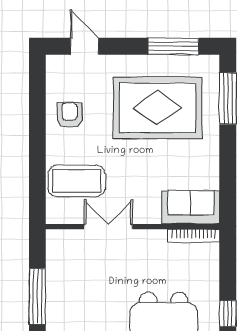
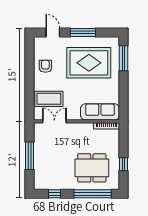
window: (173, 46) -> (83, 32), moved
sofa: (191, 207) -> (100, 112), width x1.36
double door: (108, 227) -> (54, 121), moved

